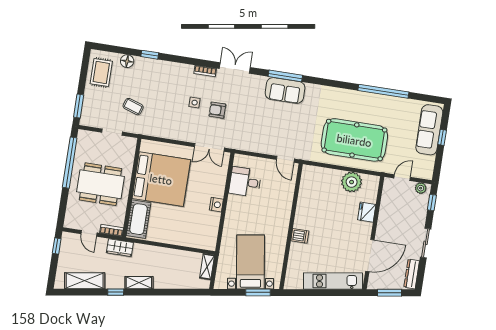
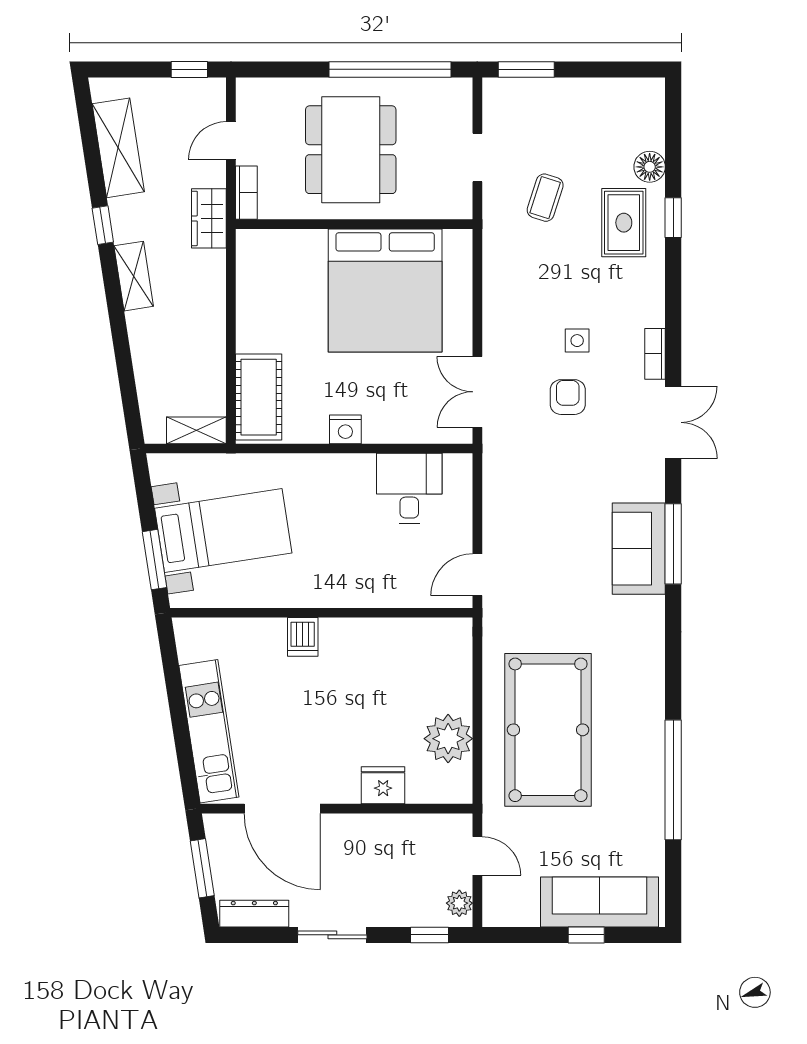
rug: (101, 73) -> (624, 223), moved, turned 90
cot: (139, 219) -> (259, 397), moved, turned 90

